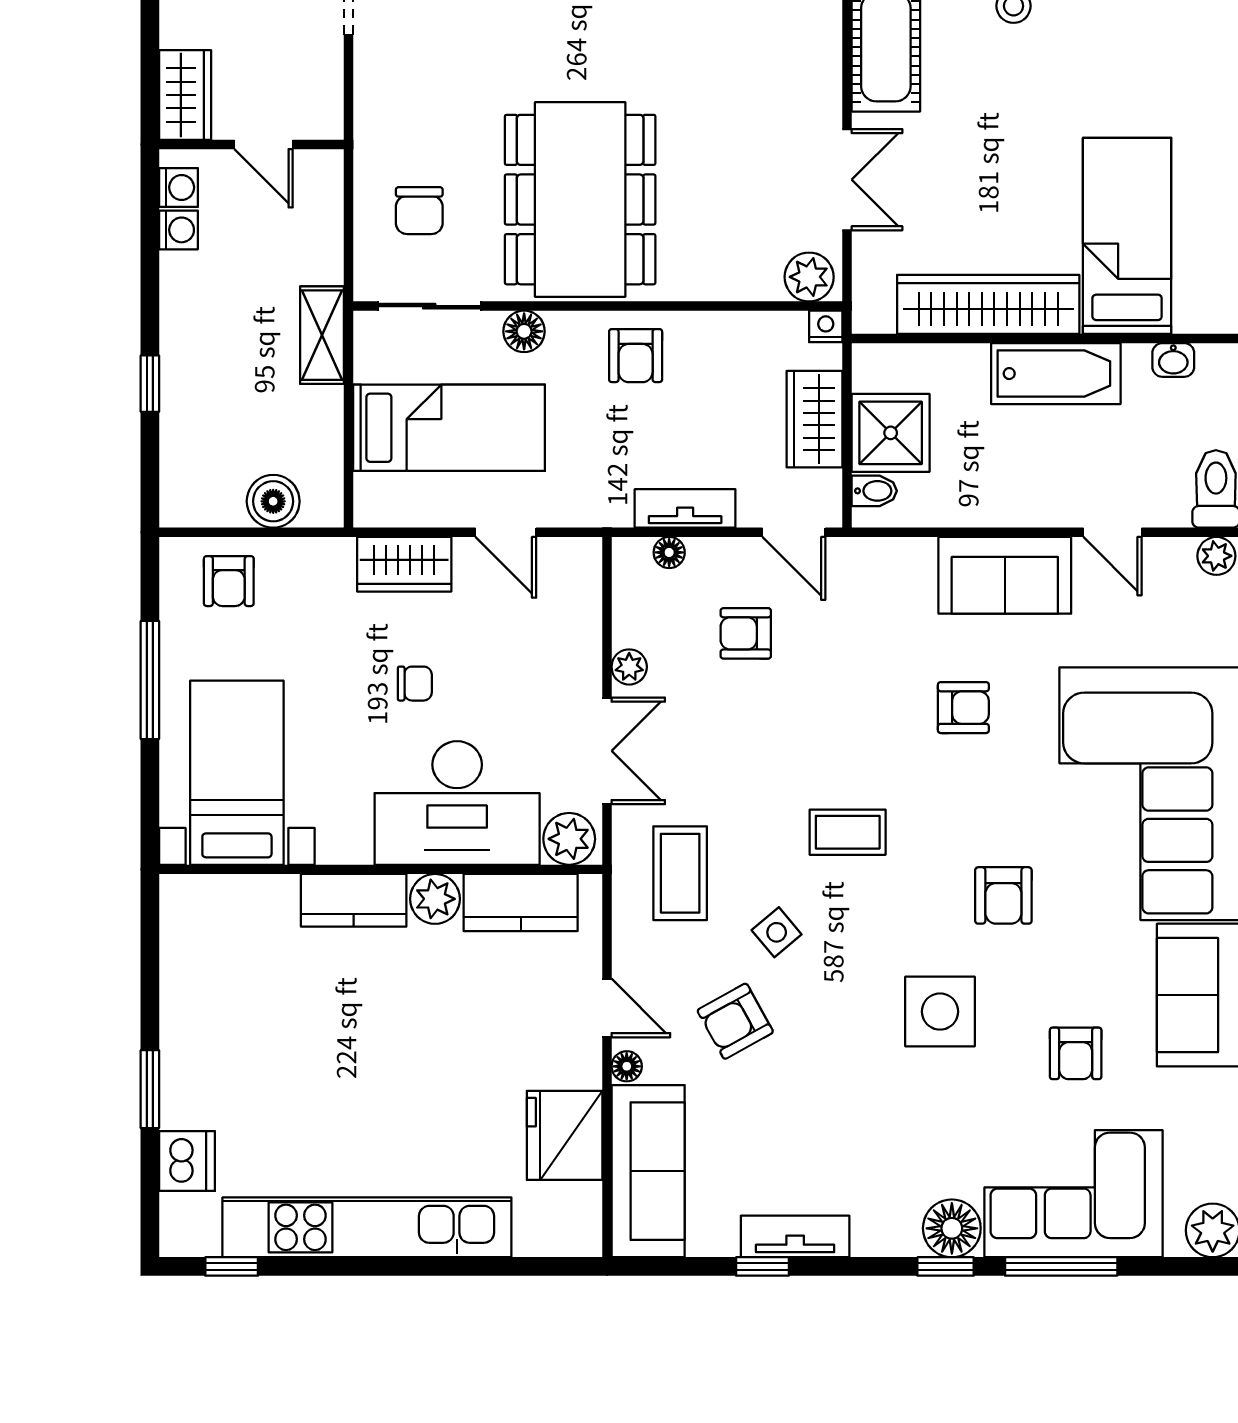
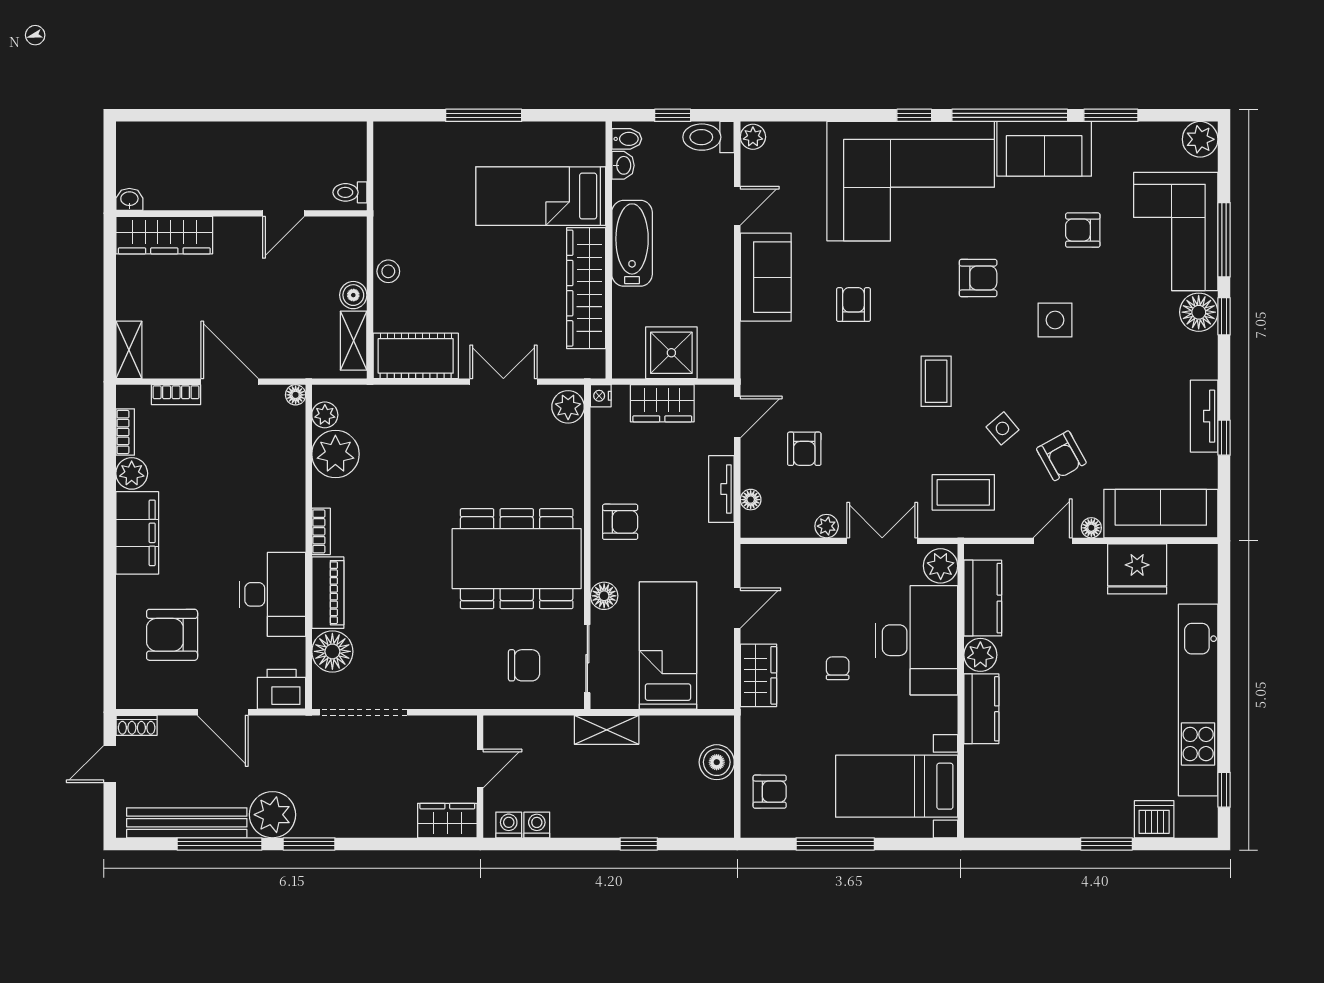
bidet: (874, 491) -> (627, 139), moved, turned 90
side table: (940, 1012) -> (1055, 320), width x0.73, depth x0.73
armchair: (1076, 1053) -> (1083, 230), turned 180

